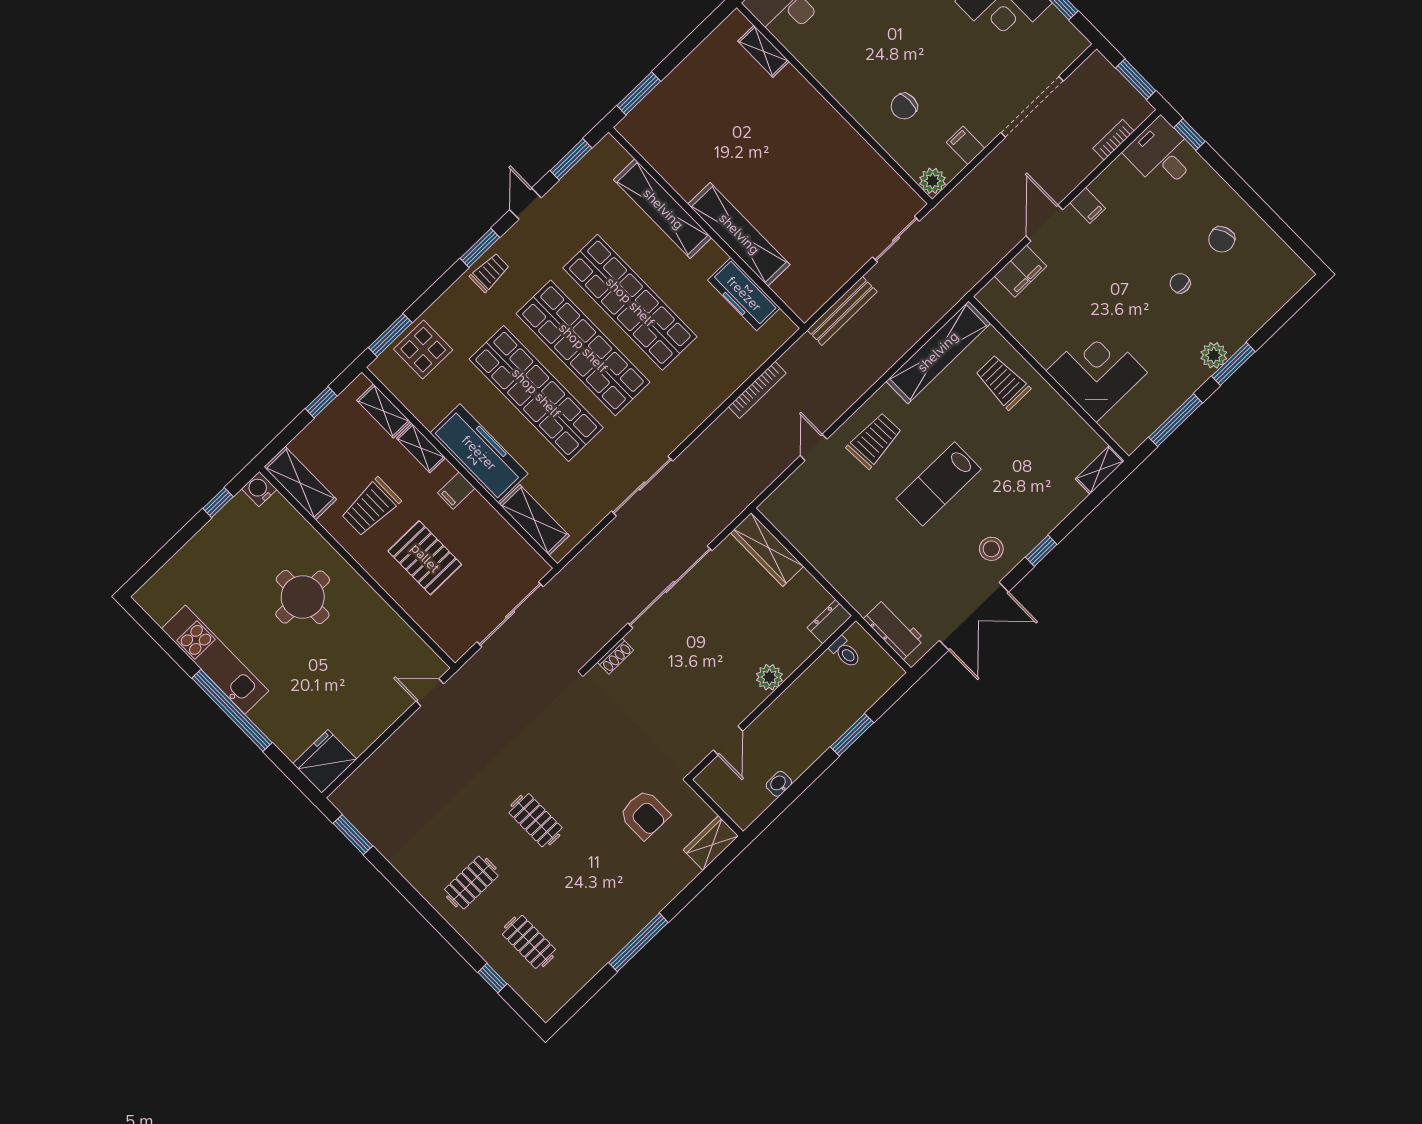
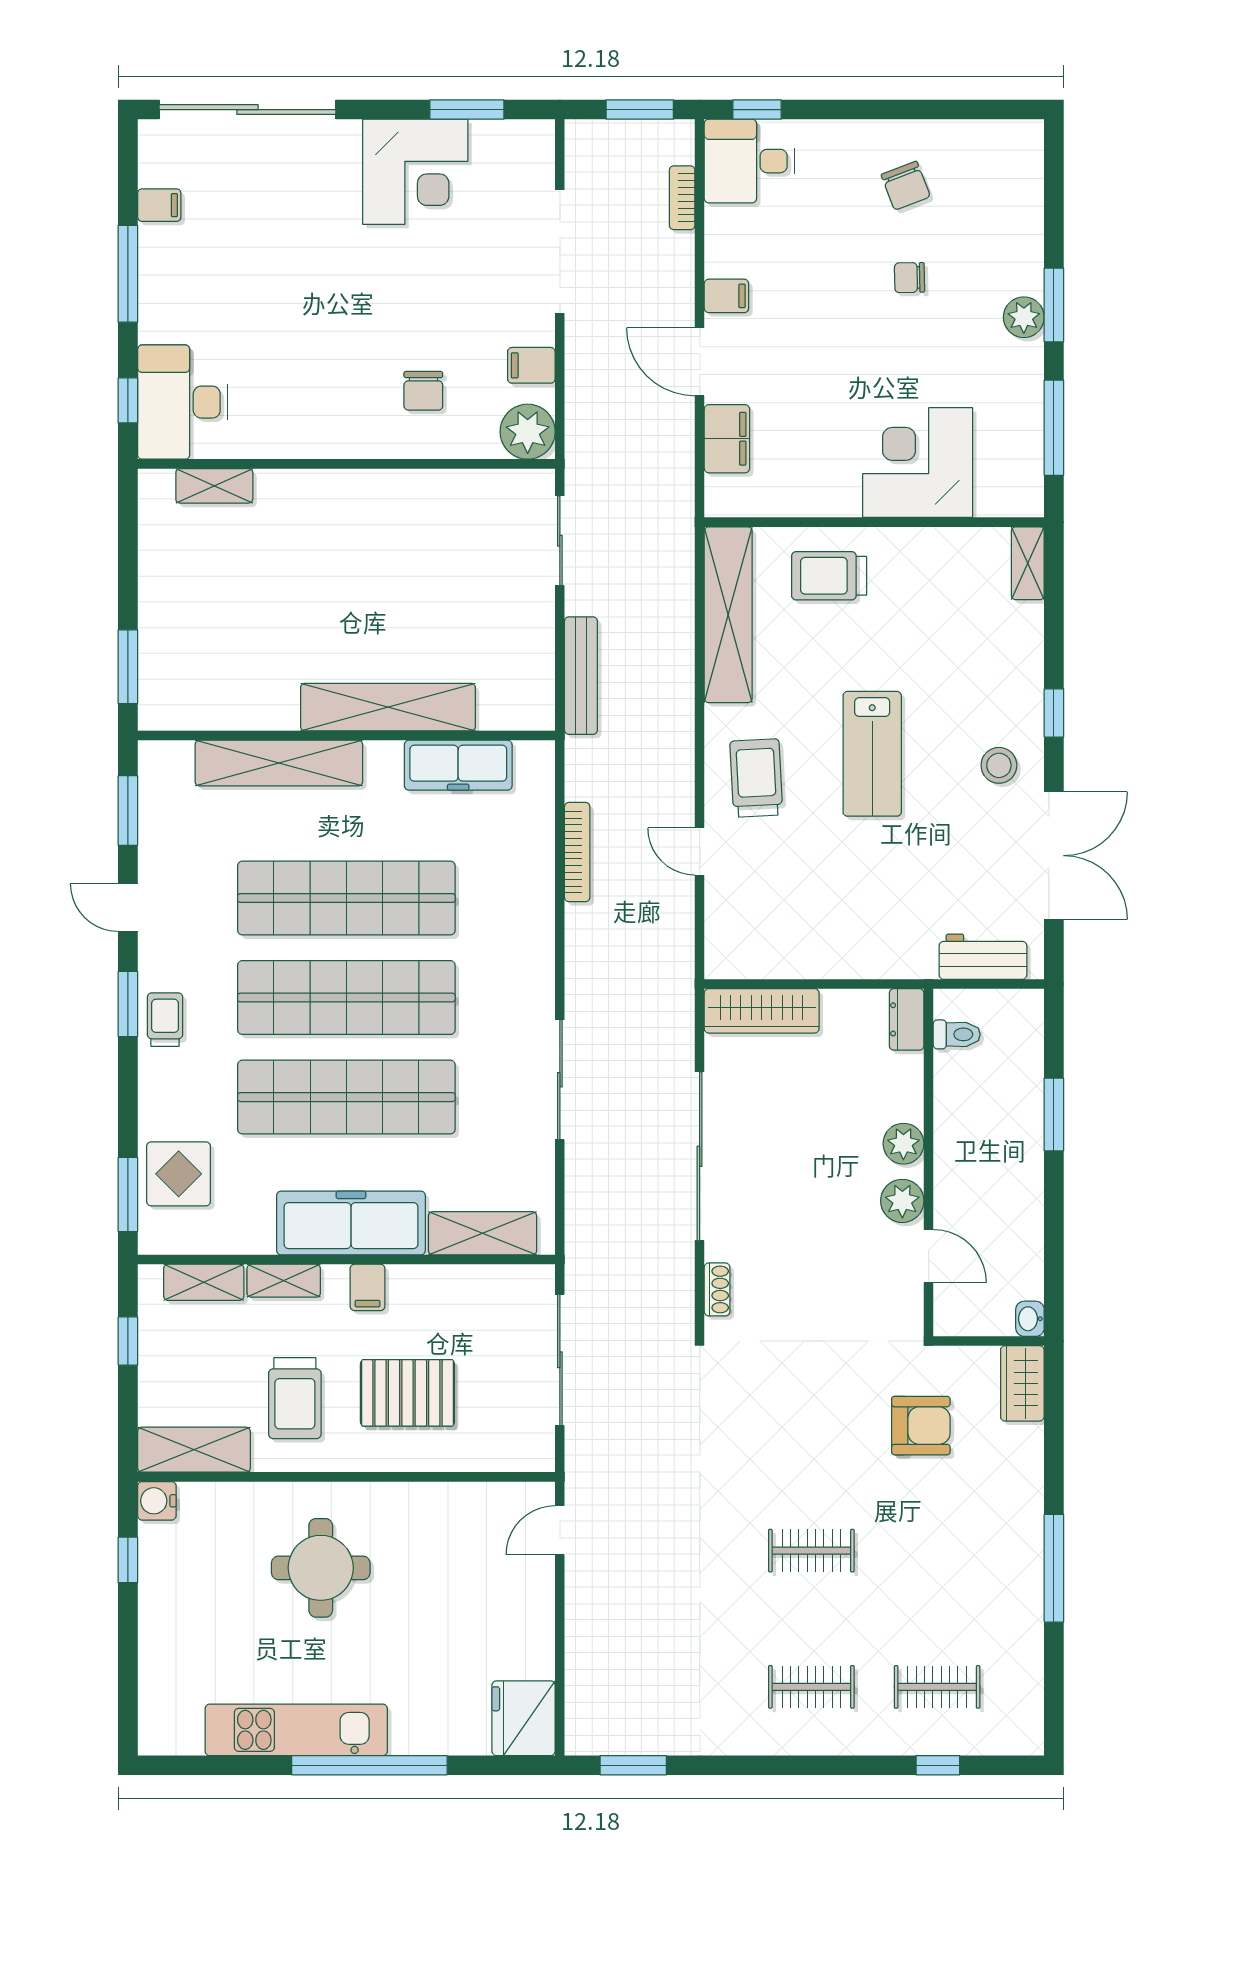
plant: (932, 181) -> (528, 432), width x1.36, depth x1.36
plant: (742, 703) -> (902, 1201), added
washbasin: (779, 784) -> (1030, 1319), moved
clothes rail: (471, 883) -> (811, 1687), turned 90

